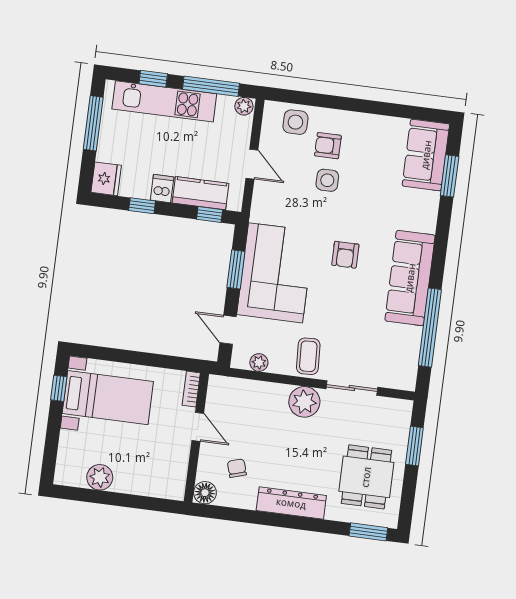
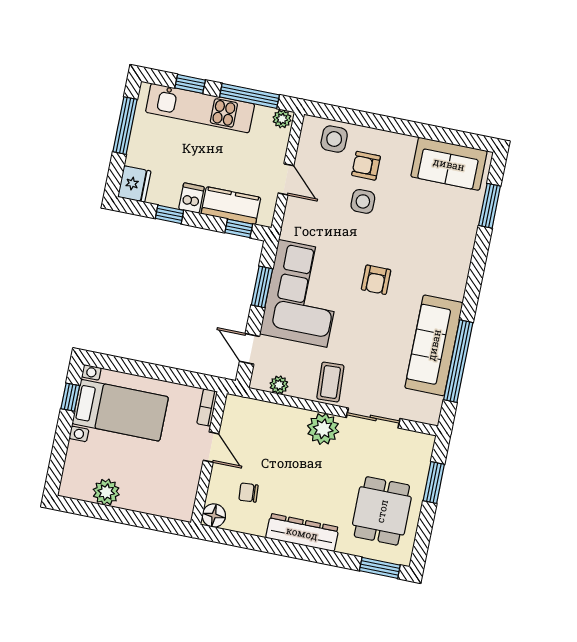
sofa: (426, 155) -> (449, 164), moved, turned -90
sofa: (410, 278) -> (434, 345), moved
chair: (237, 468) -> (248, 493), turned -77

